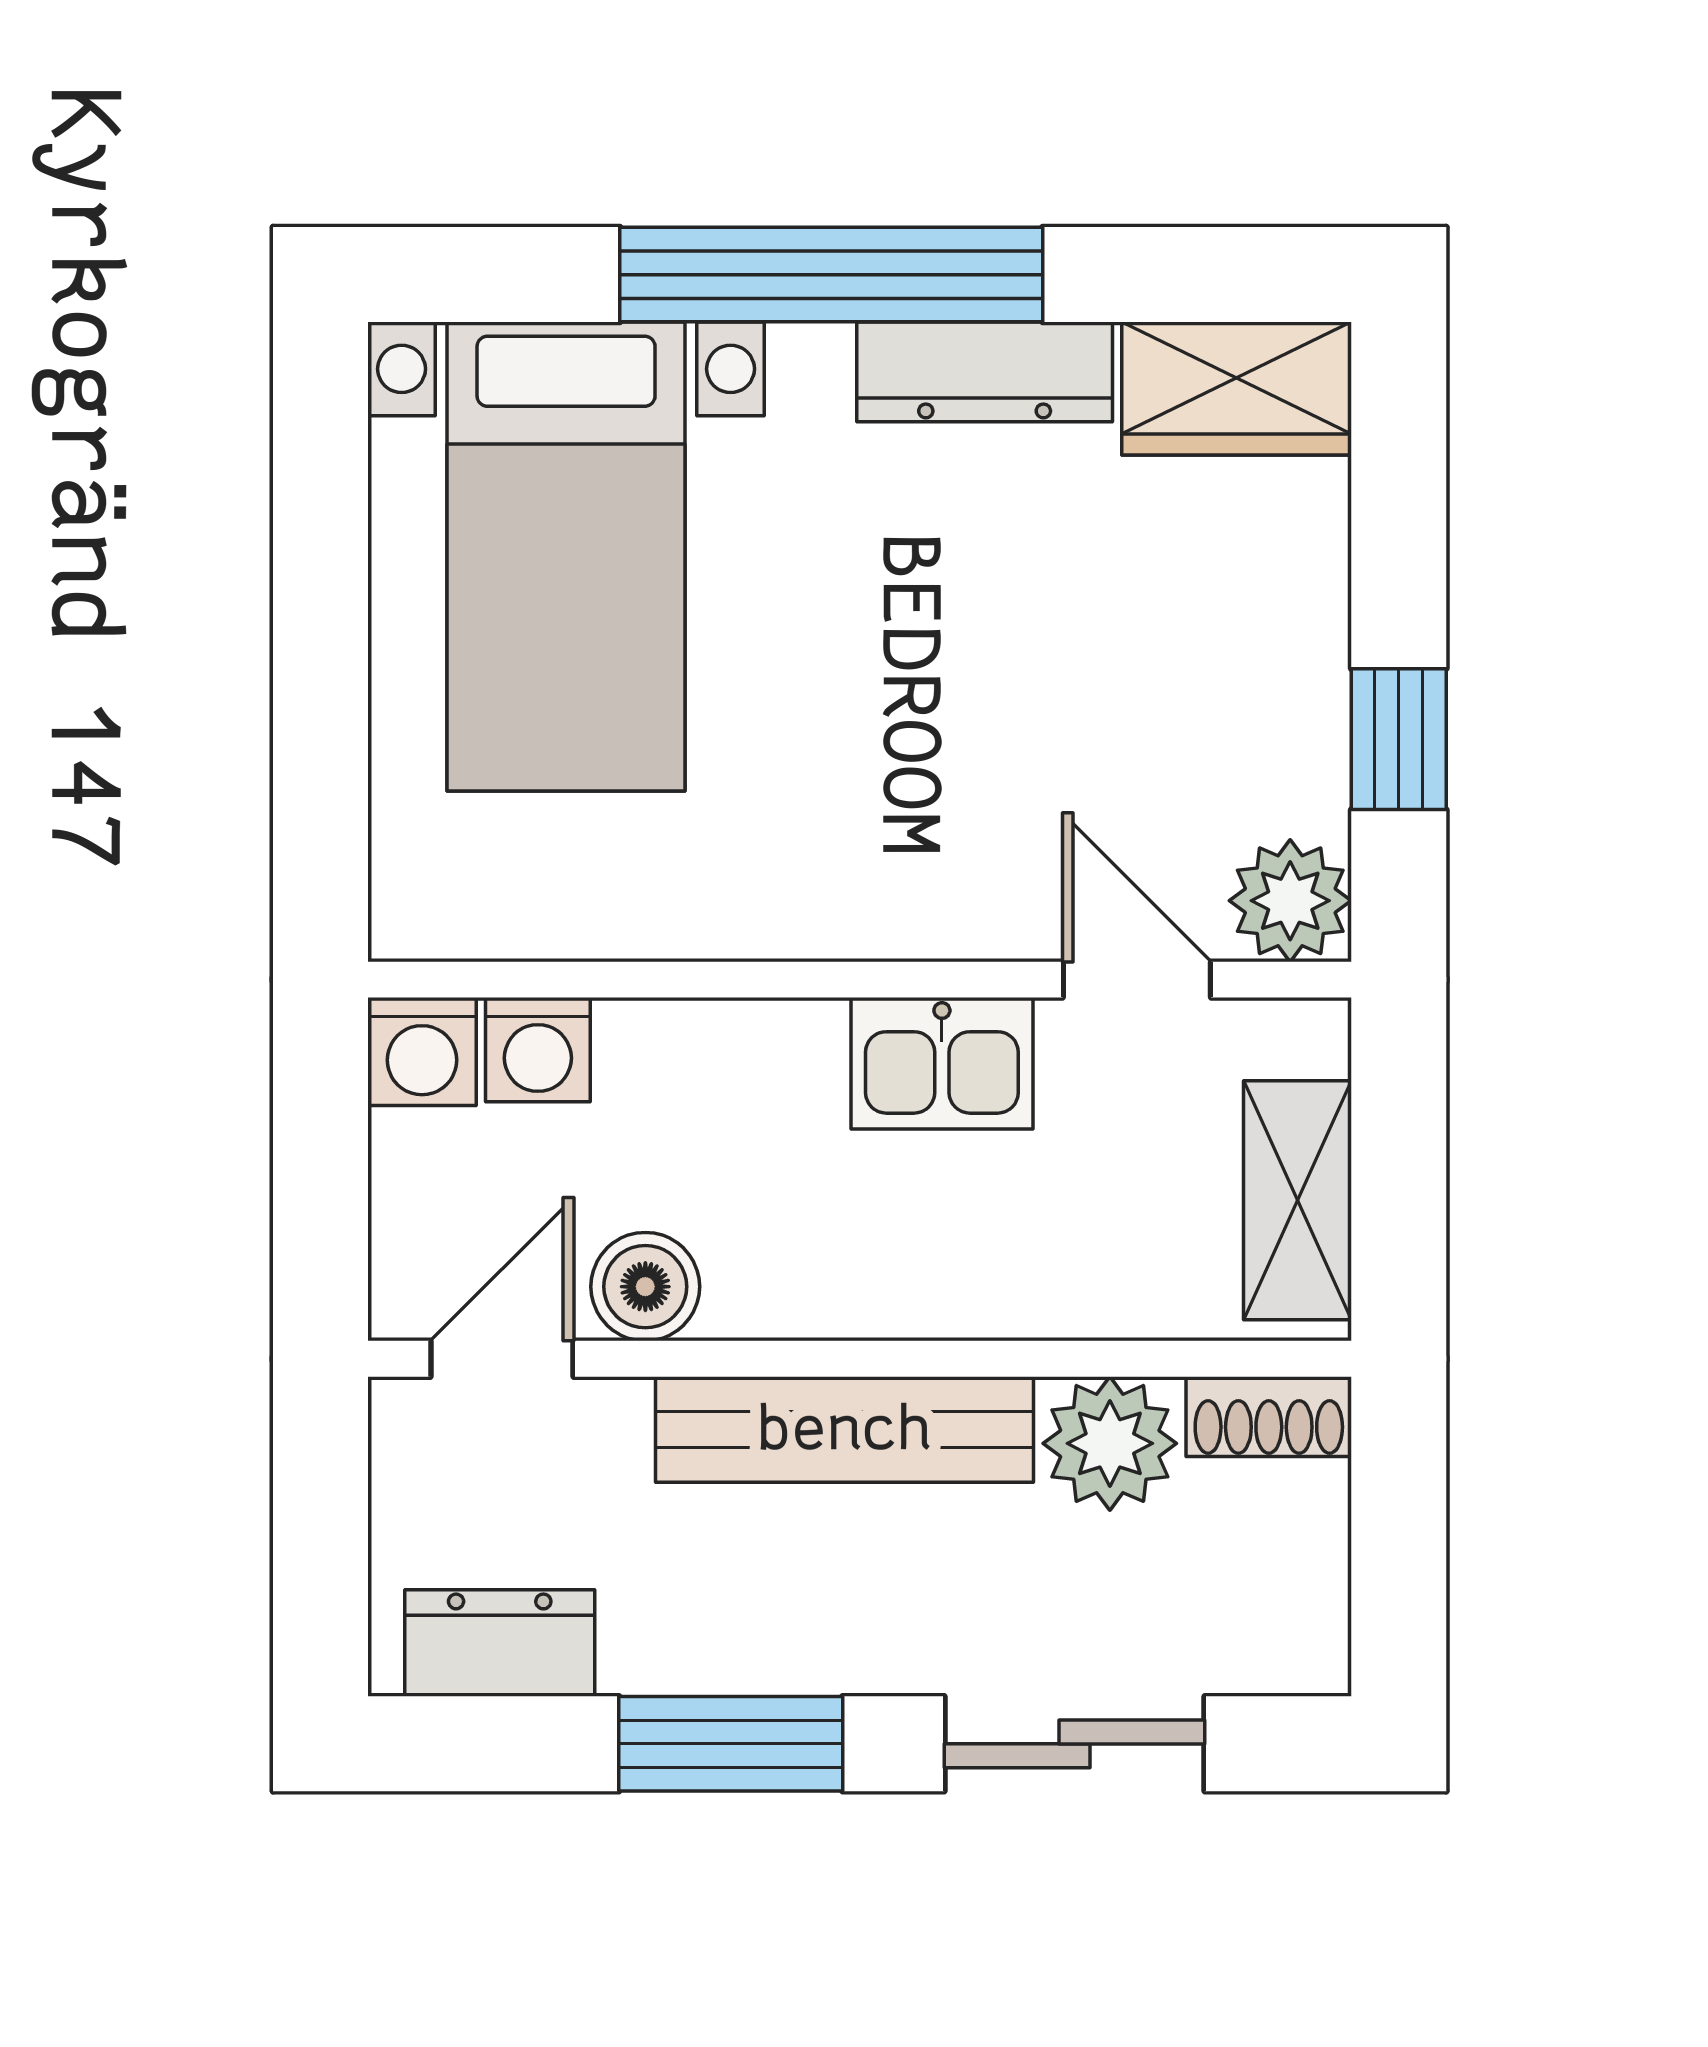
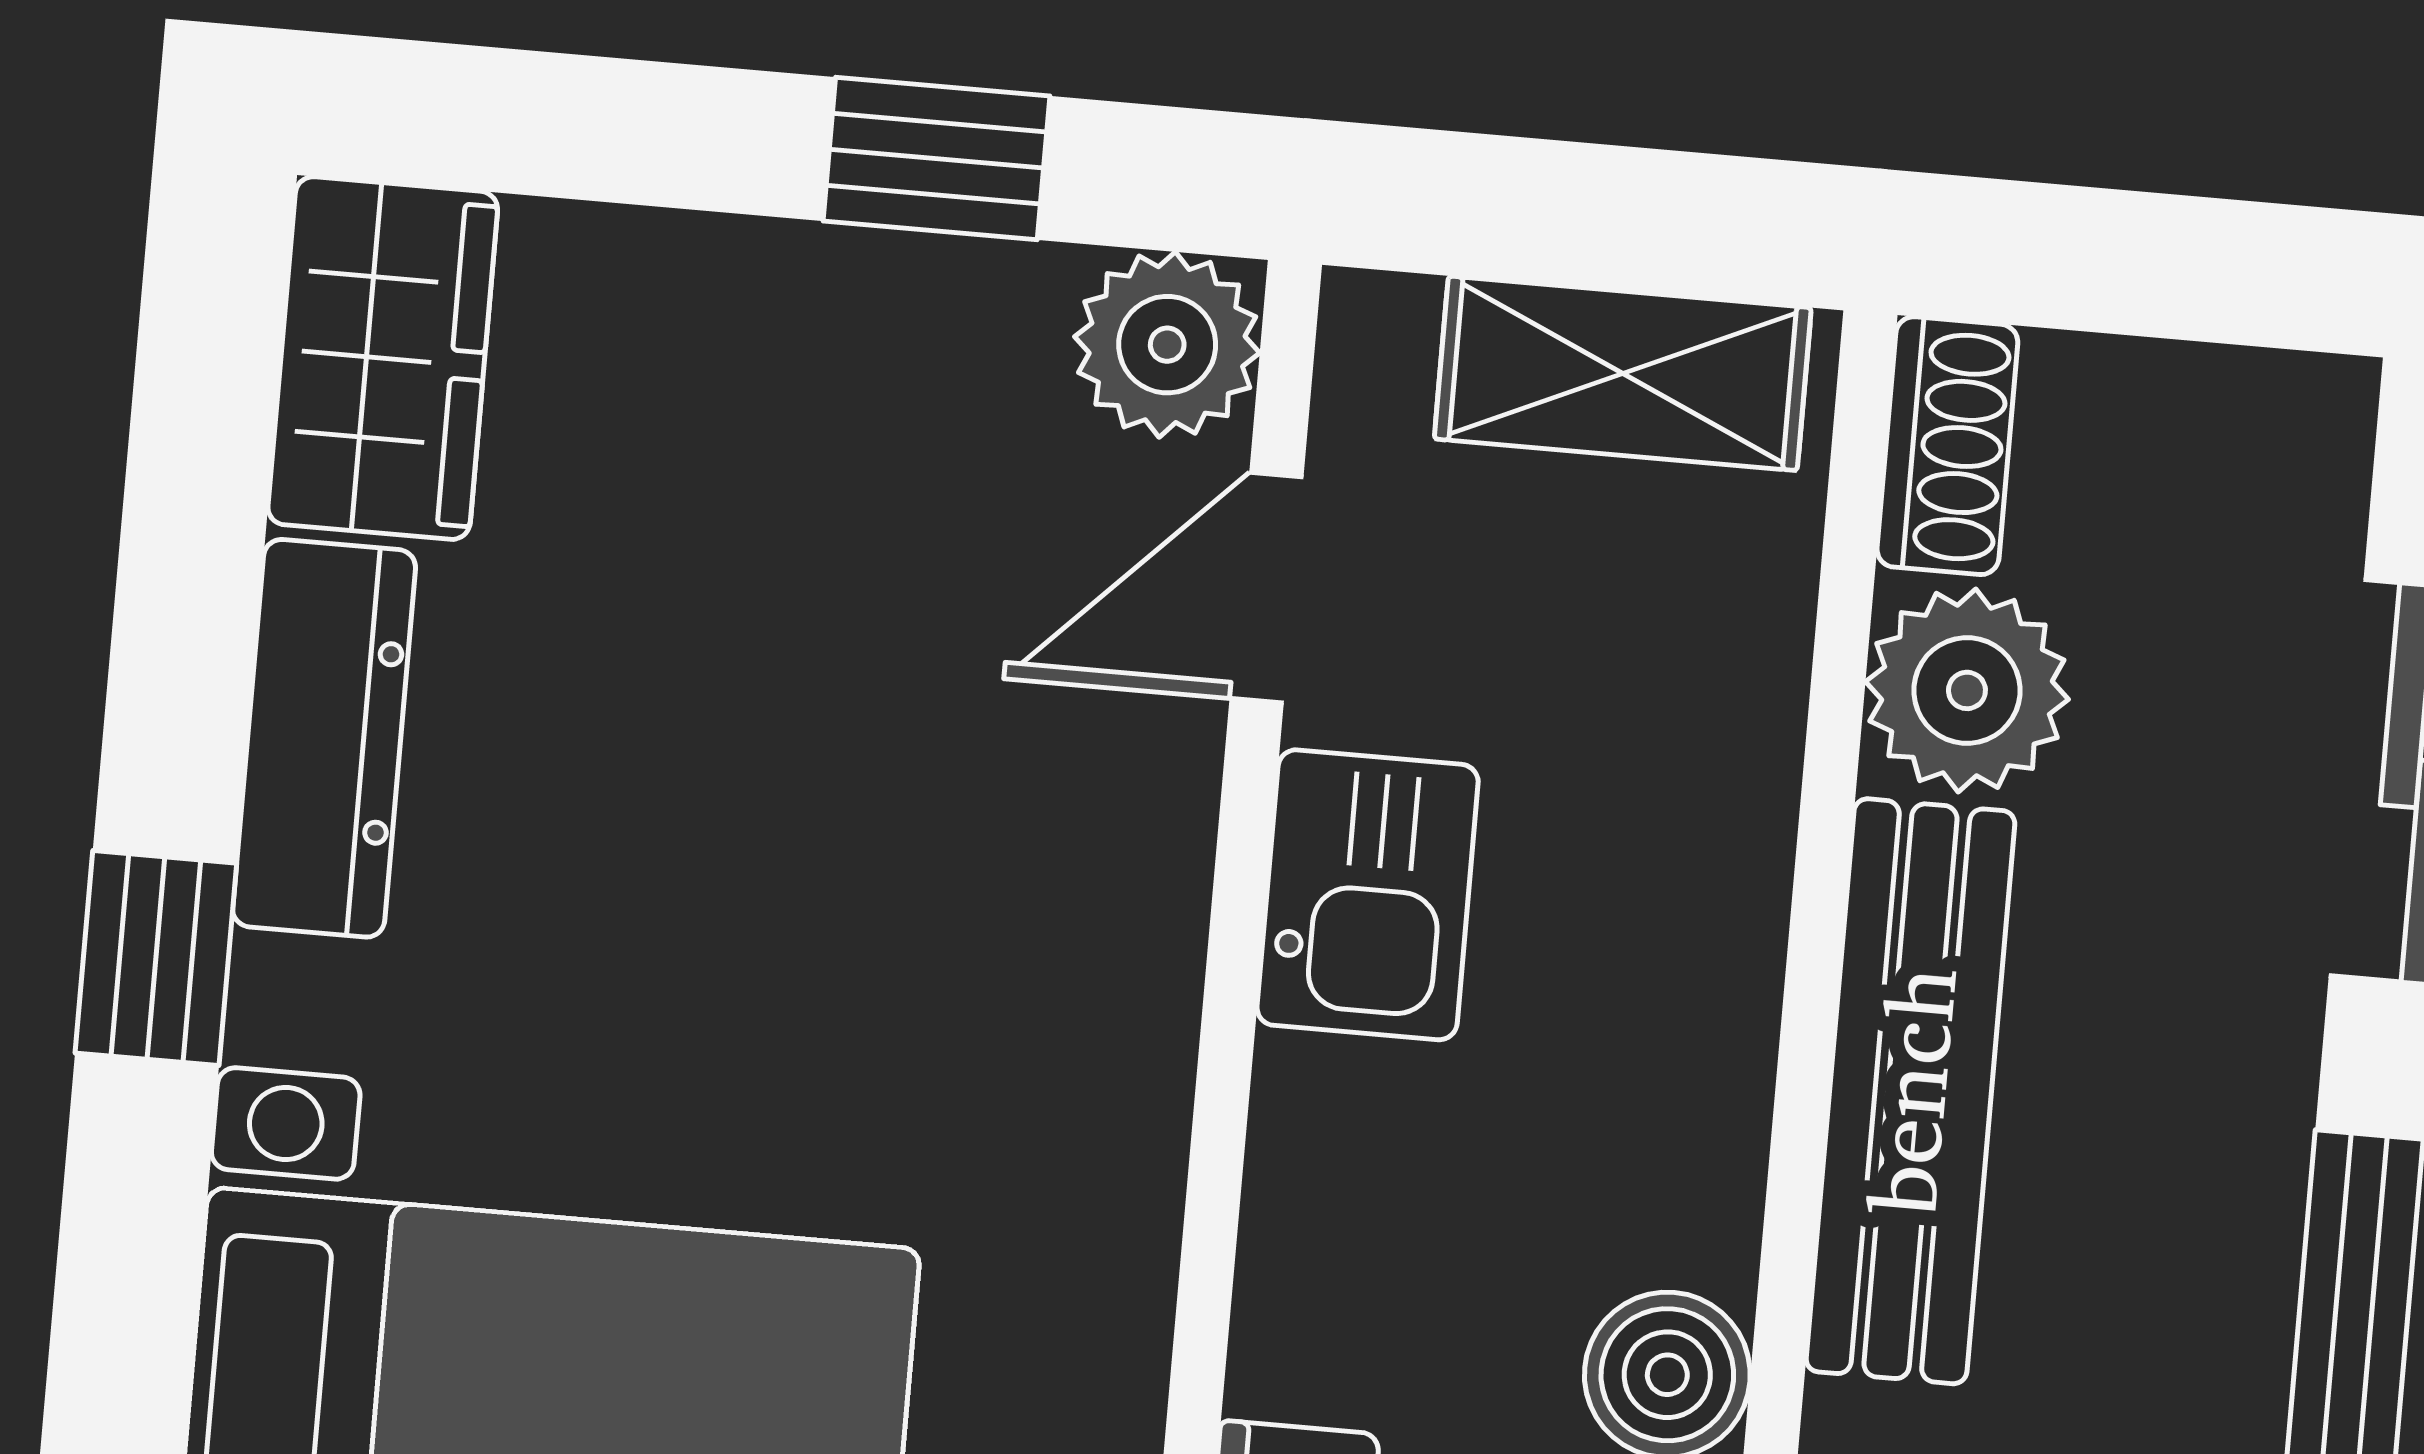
window: (831, 275) -> (156, 958), width x0.32

